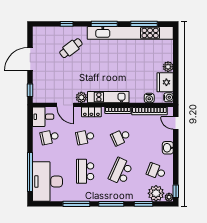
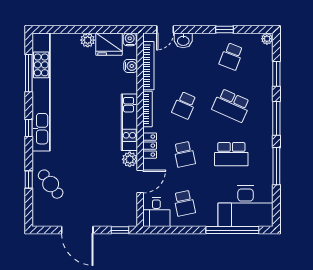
window: (104, 24) -> (29, 128), width x0.46
cafe table: (71, 48) -> (51, 184), moved
school desk: (121, 137) -> (184, 105), turned 48
washbasin: (168, 148) -> (183, 40), moved
window: (176, 191) -> (225, 29), moved
plant: (156, 193) -> (262, 57), removed

